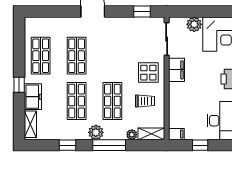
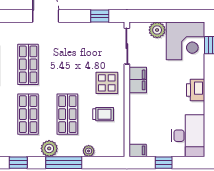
shelving: (151, 134) -> (110, 150), removed

